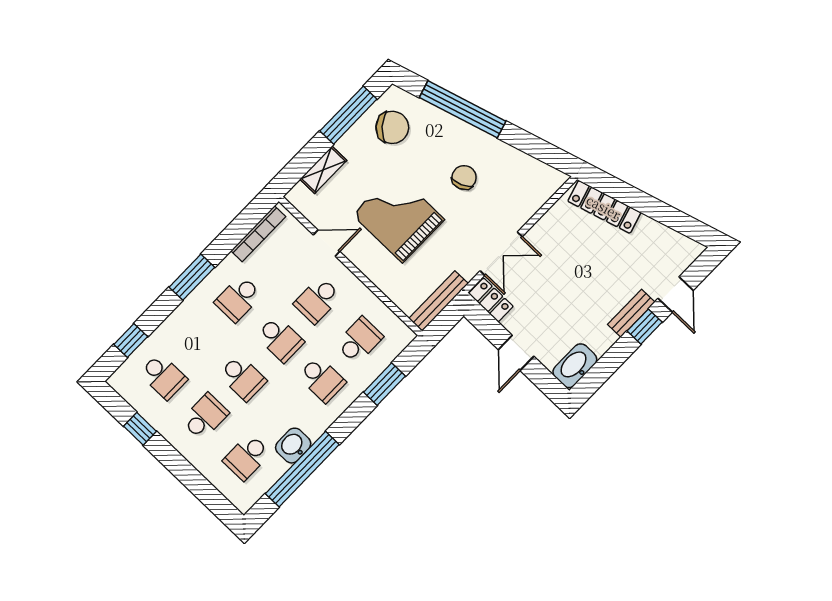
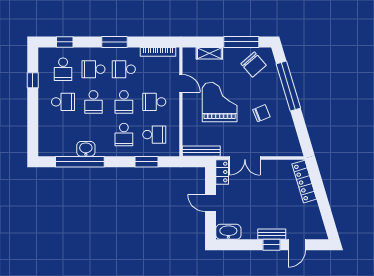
door: (516, 353) -> (211, 203), hinge flipped
school desk: (247, 457) -> (93, 69), moved

